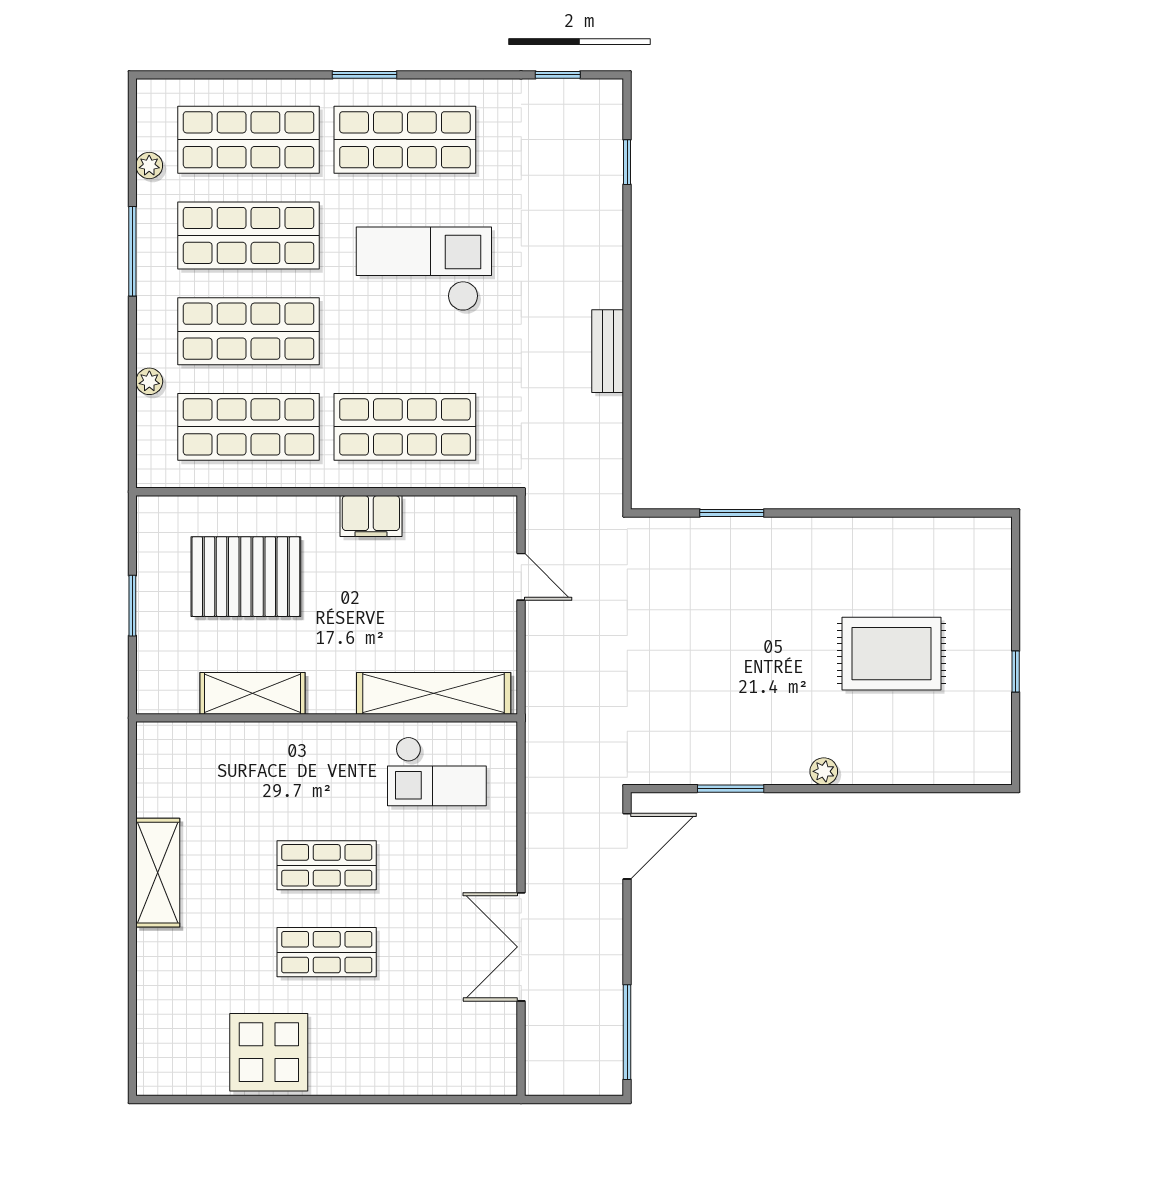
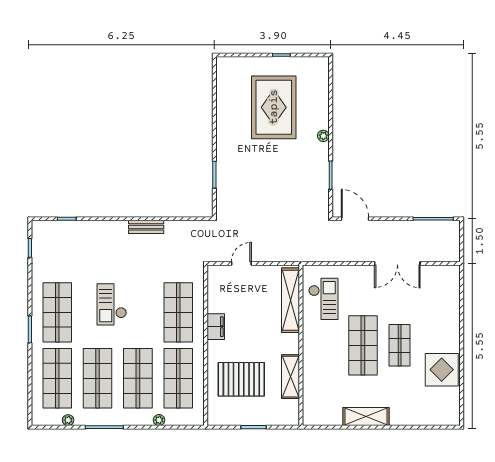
checkout: (424, 269) -> (112, 304), width x0.73, depth x0.83
pallet: (246, 577) -> (241, 379), turned 90
rug: (891, 654) -> (274, 107), width x1.37, depth x1.44
shop shelf: (327, 865) -> (363, 345), width x1.43, depth x1.36

